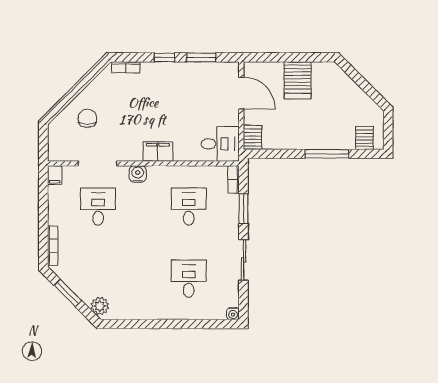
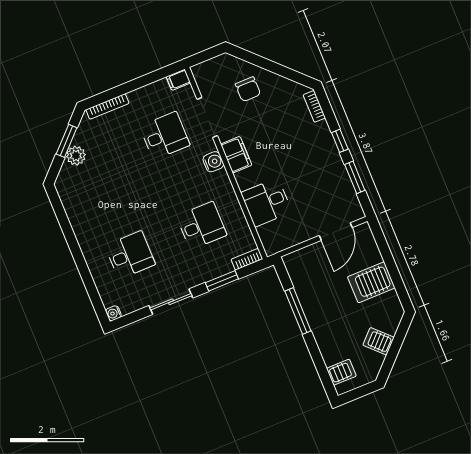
chair: (87, 118) -> (248, 89), turned 90
server rack: (252, 137) -> (379, 341), moved, turned -135
desk: (220, 144) -> (266, 202), moved, turned 90
filing cabinet: (158, 152) -> (236, 155), moved
window: (327, 154) -> (298, 311), moved
plant: (100, 306) -> (76, 156), moved

